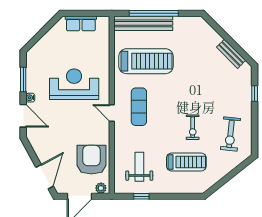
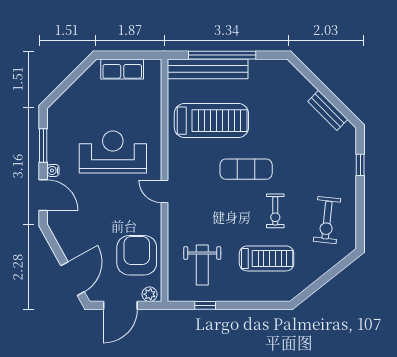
exercise mat: (139, 107) -> (246, 169), moved, turned 90
weight bench: (139, 167) -> (202, 265), turned 180

